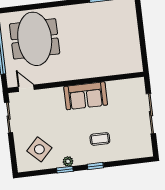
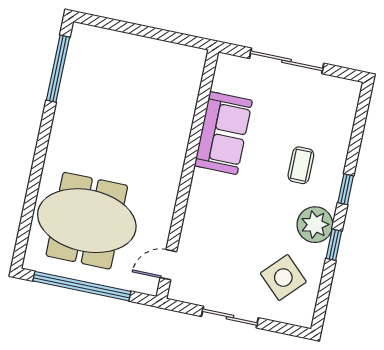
sofa: (86, 96) -> (223, 133), moved
sliding door: (9, 118) -> (230, 317), moved
plant: (68, 161) -> (315, 225), width x1.88, depth x1.88

